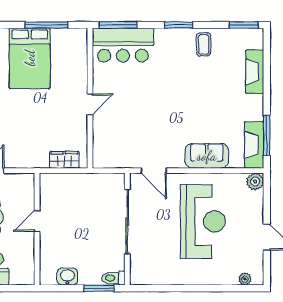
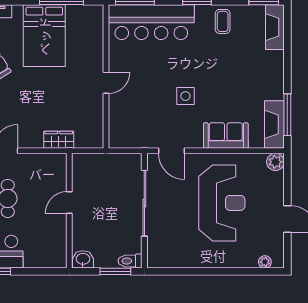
bar counter: (123, 45) -> (151, 22), width x1.36
fireplace: (255, 72) -> (275, 27), moved
side table: (167, 117) -> (185, 96), added
wardrobe: (64, 160) -> (59, 140), moved
door: (37, 221) -> (69, 203), moved
wall: (37, 229) -> (69, 211), moved

